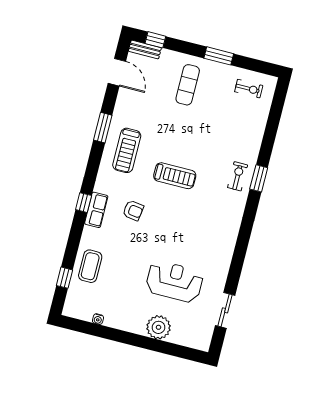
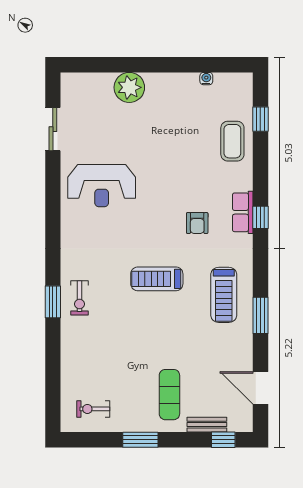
bench: (145, 49) -> (207, 425), moved
treadmill: (127, 150) -> (224, 295), turned 180
armchair: (133, 210) -> (197, 223), turned -98
reception desk: (174, 281) -> (102, 186), moved

